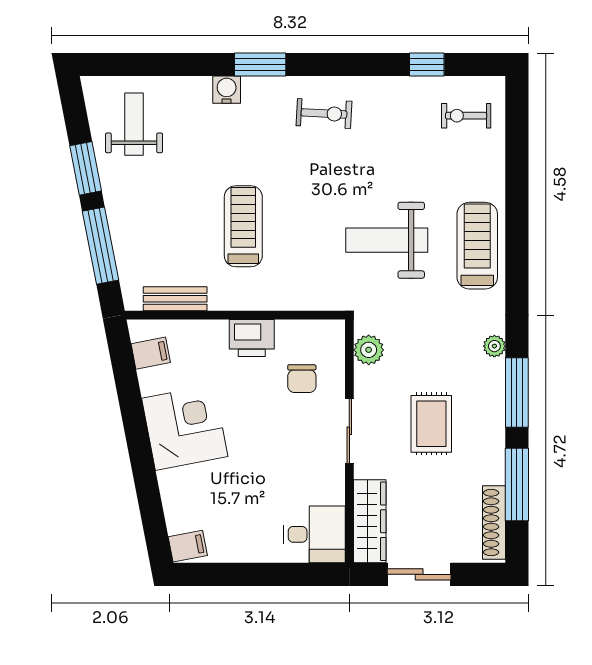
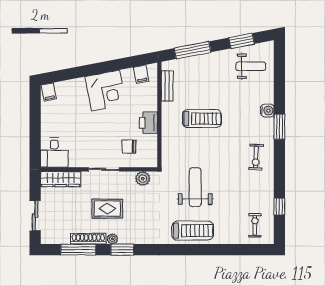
window: (86, 168) -> (242, 41), moved
plant: (494, 346) -> (112, 239), moved
window: (517, 393) -> (122, 250), width x0.69
shoe rack: (494, 523) -> (88, 239), moved
sliding door: (419, 574) -> (35, 216), moved

